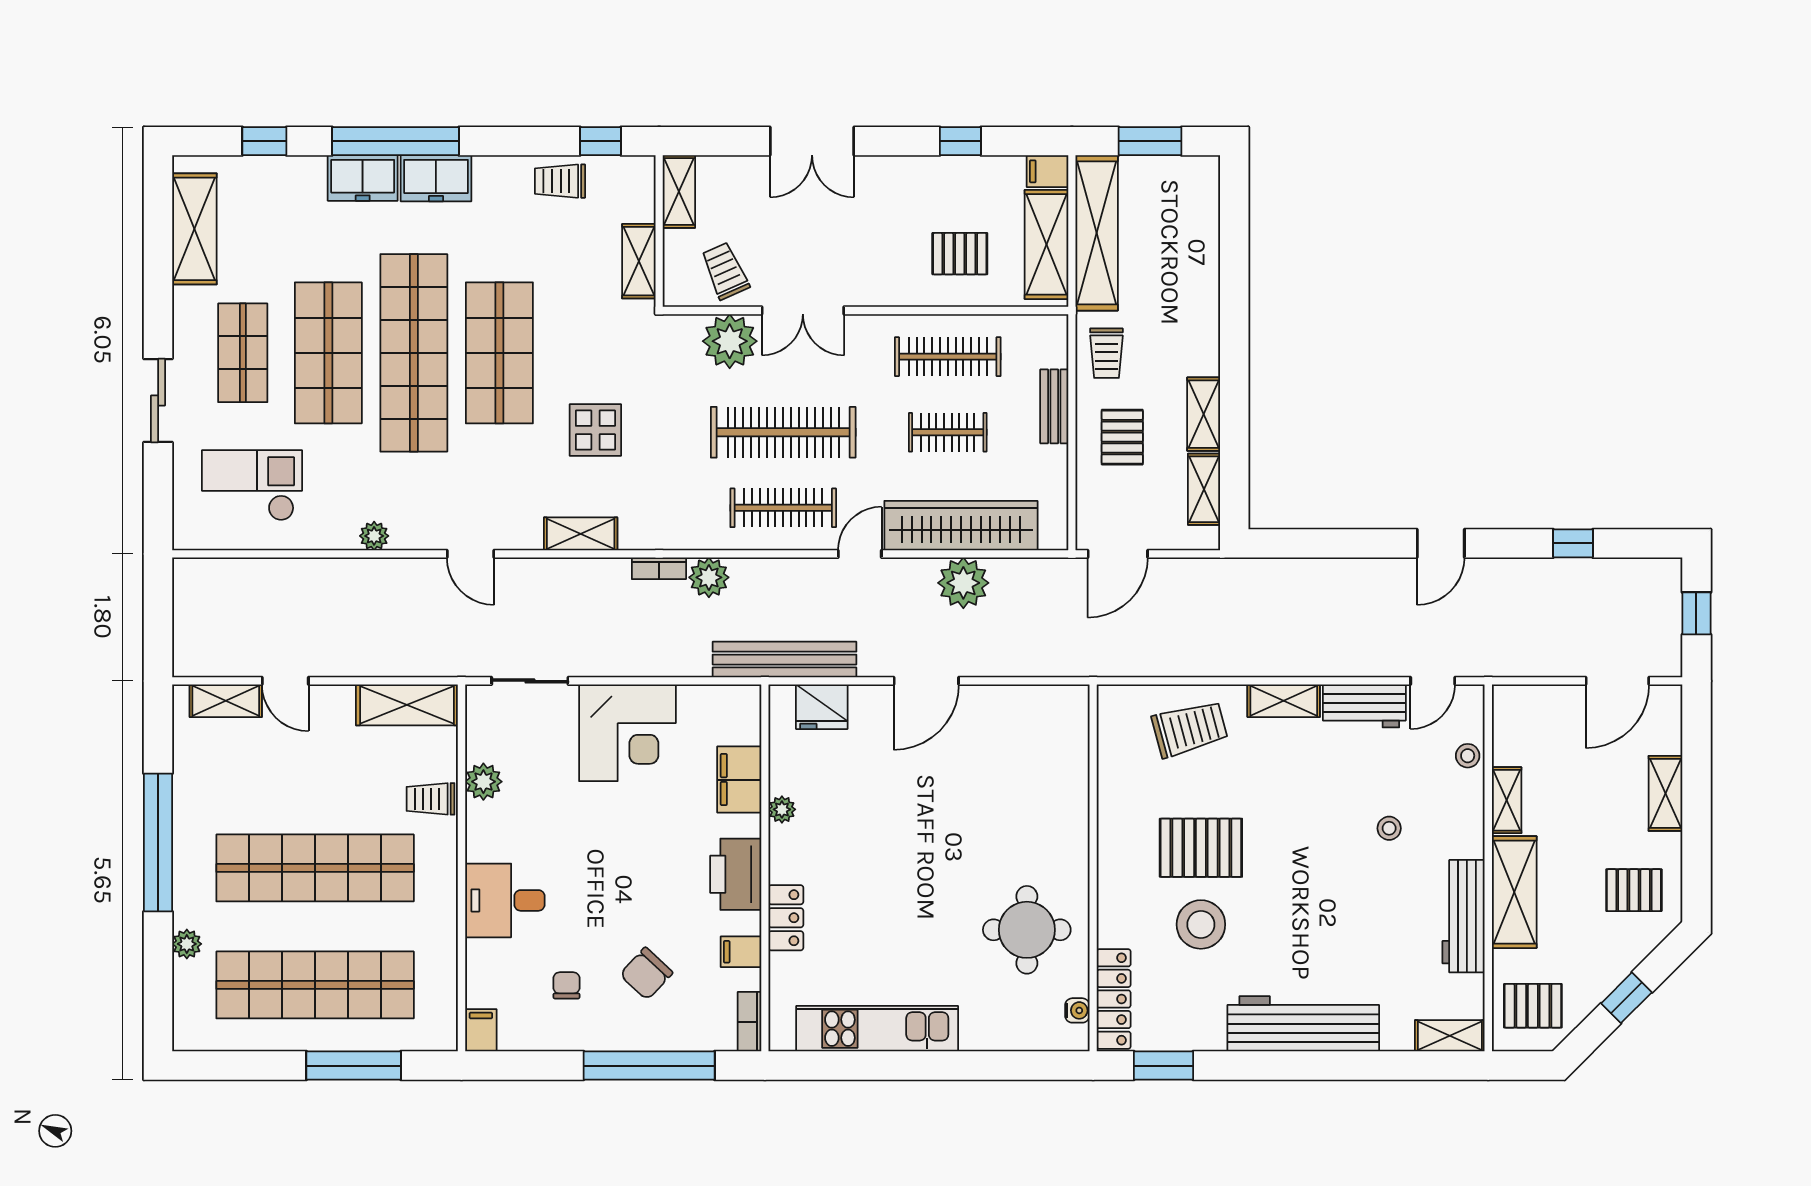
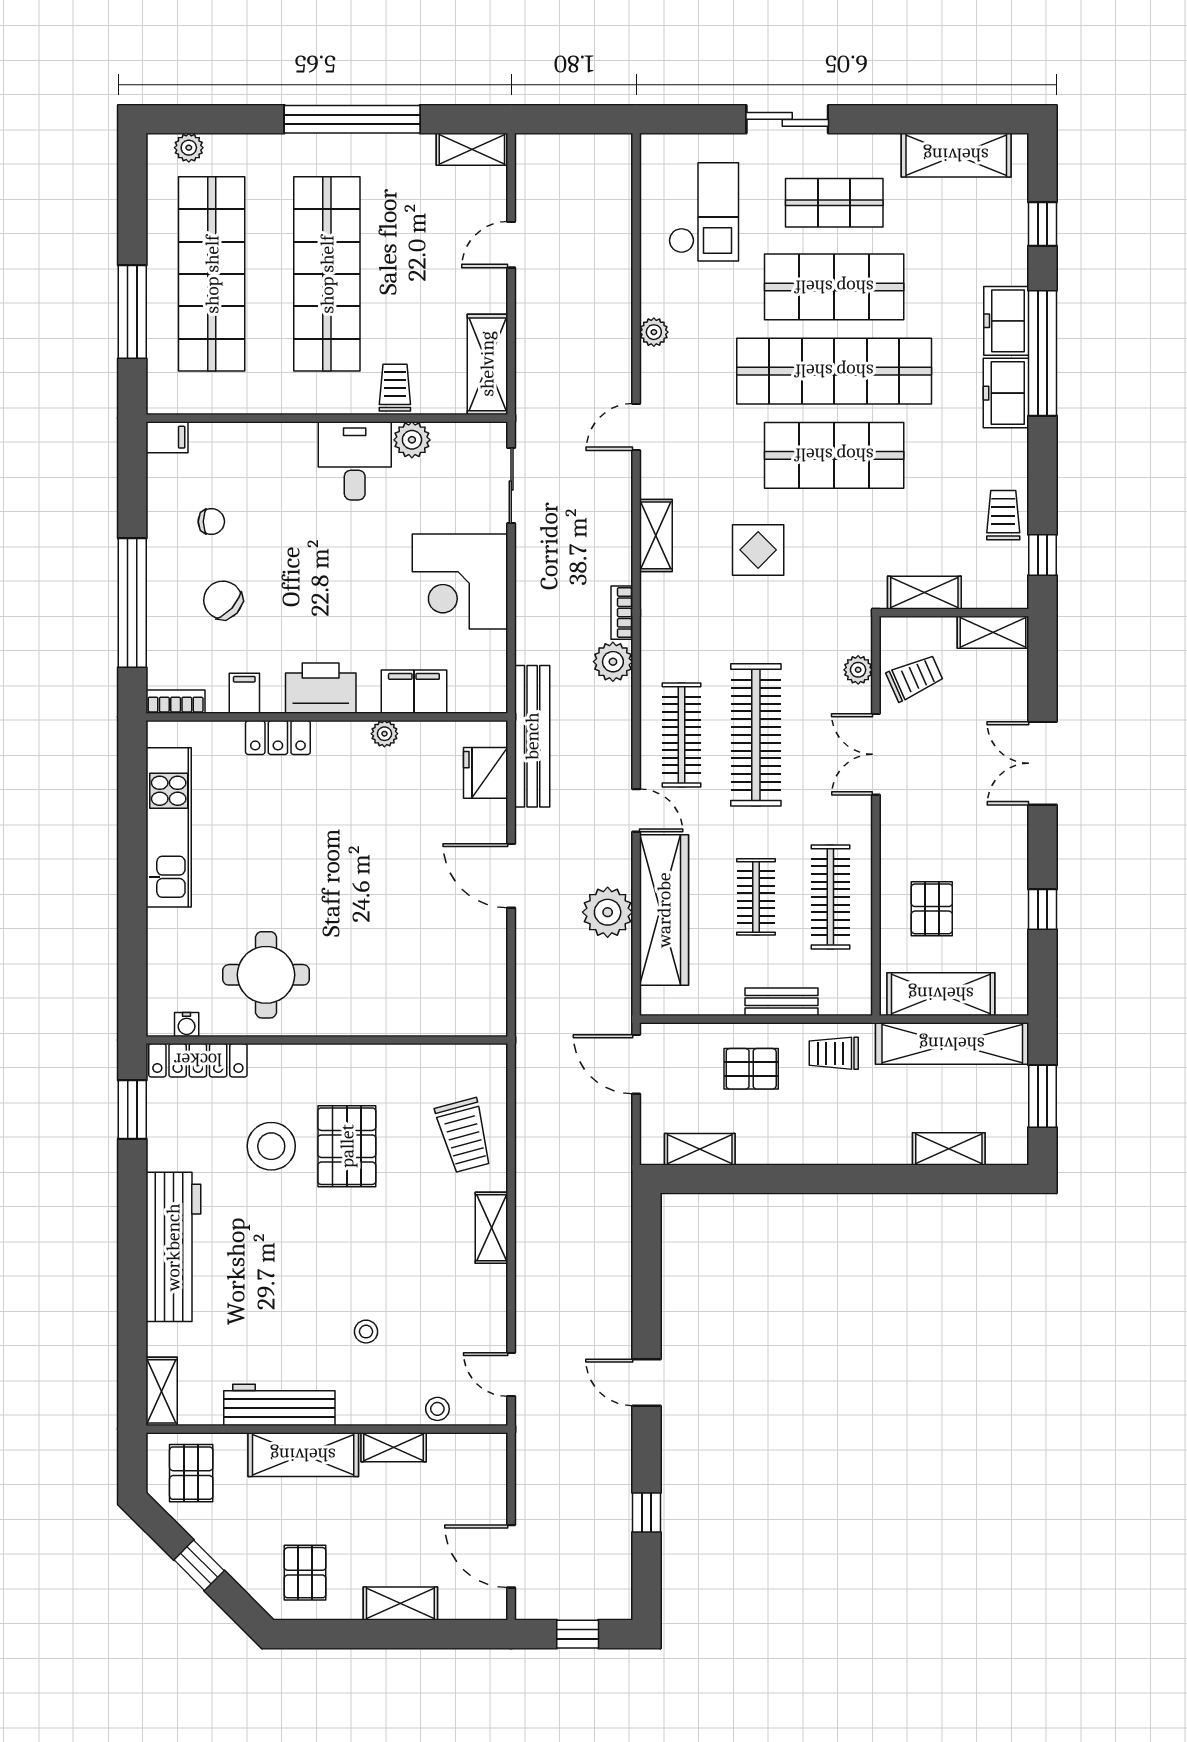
filing cabinet: (1047, 171) -> (1013, 995), removed
plant: (730, 341) -> (858, 670), width x0.53, depth x0.53
shelving: (1204, 414) -> (949, 1149), moved
shelving: (226, 701) -> (472, 149), moved, turned 90
workbench: (1364, 706) -> (486, 1307), removed
desk: (505, 900) -> (355, 461), moved
plant: (187, 944) -> (189, 148), moved

